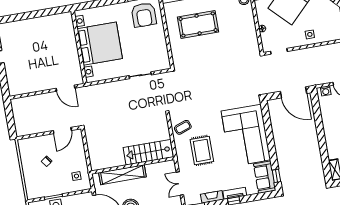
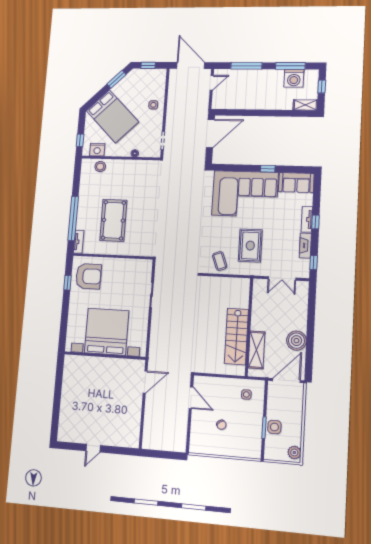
washing machine: (326, 91) -> (217, 99), removed
rug: (202, 150) -> (250, 246), turned 90
stairs: (148, 152) -> (236, 336), moved
shelving: (122, 175) -> (256, 350), width x0.68
window: (276, 176) -> (268, 169), moved

